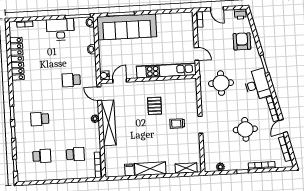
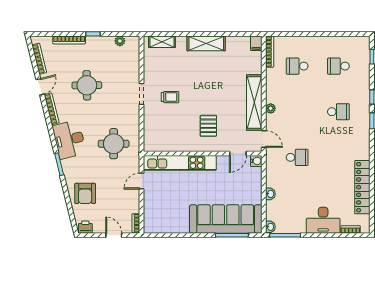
desk: (60, 29) -> (323, 220), moved
door: (197, 54) -> (142, 181), hinge flipped
pallet: (155, 106) -> (208, 126), moved
filing cabinet: (129, 170) -> (256, 43), moved

